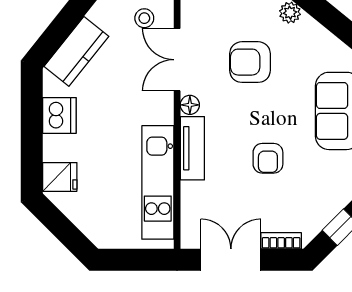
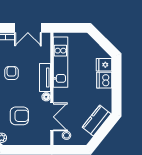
dishwasher: (59, 115) -> (104, 80), moved

